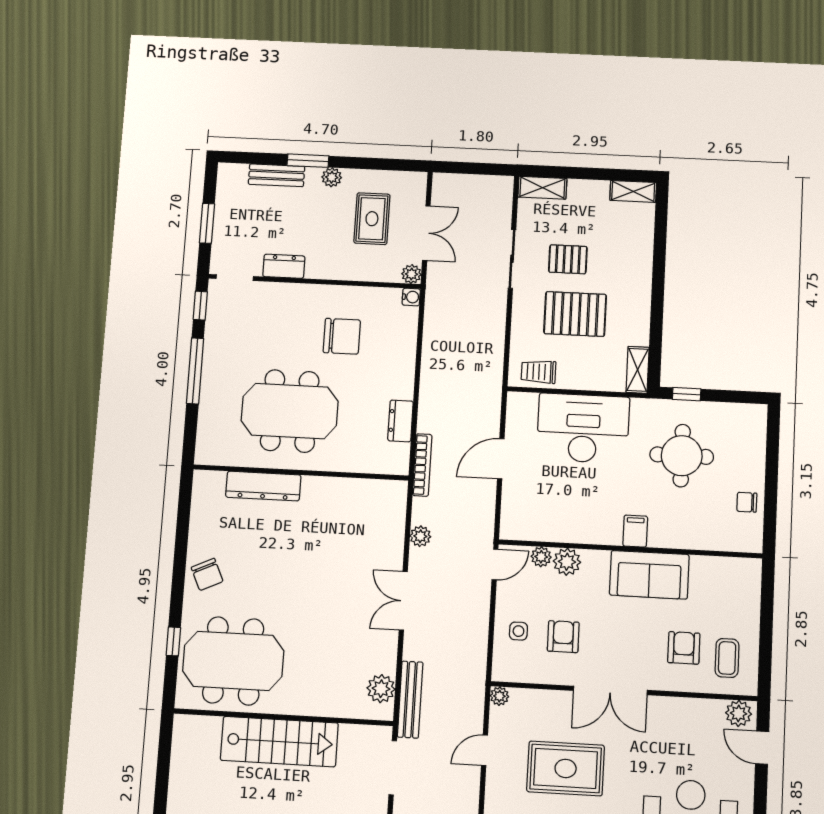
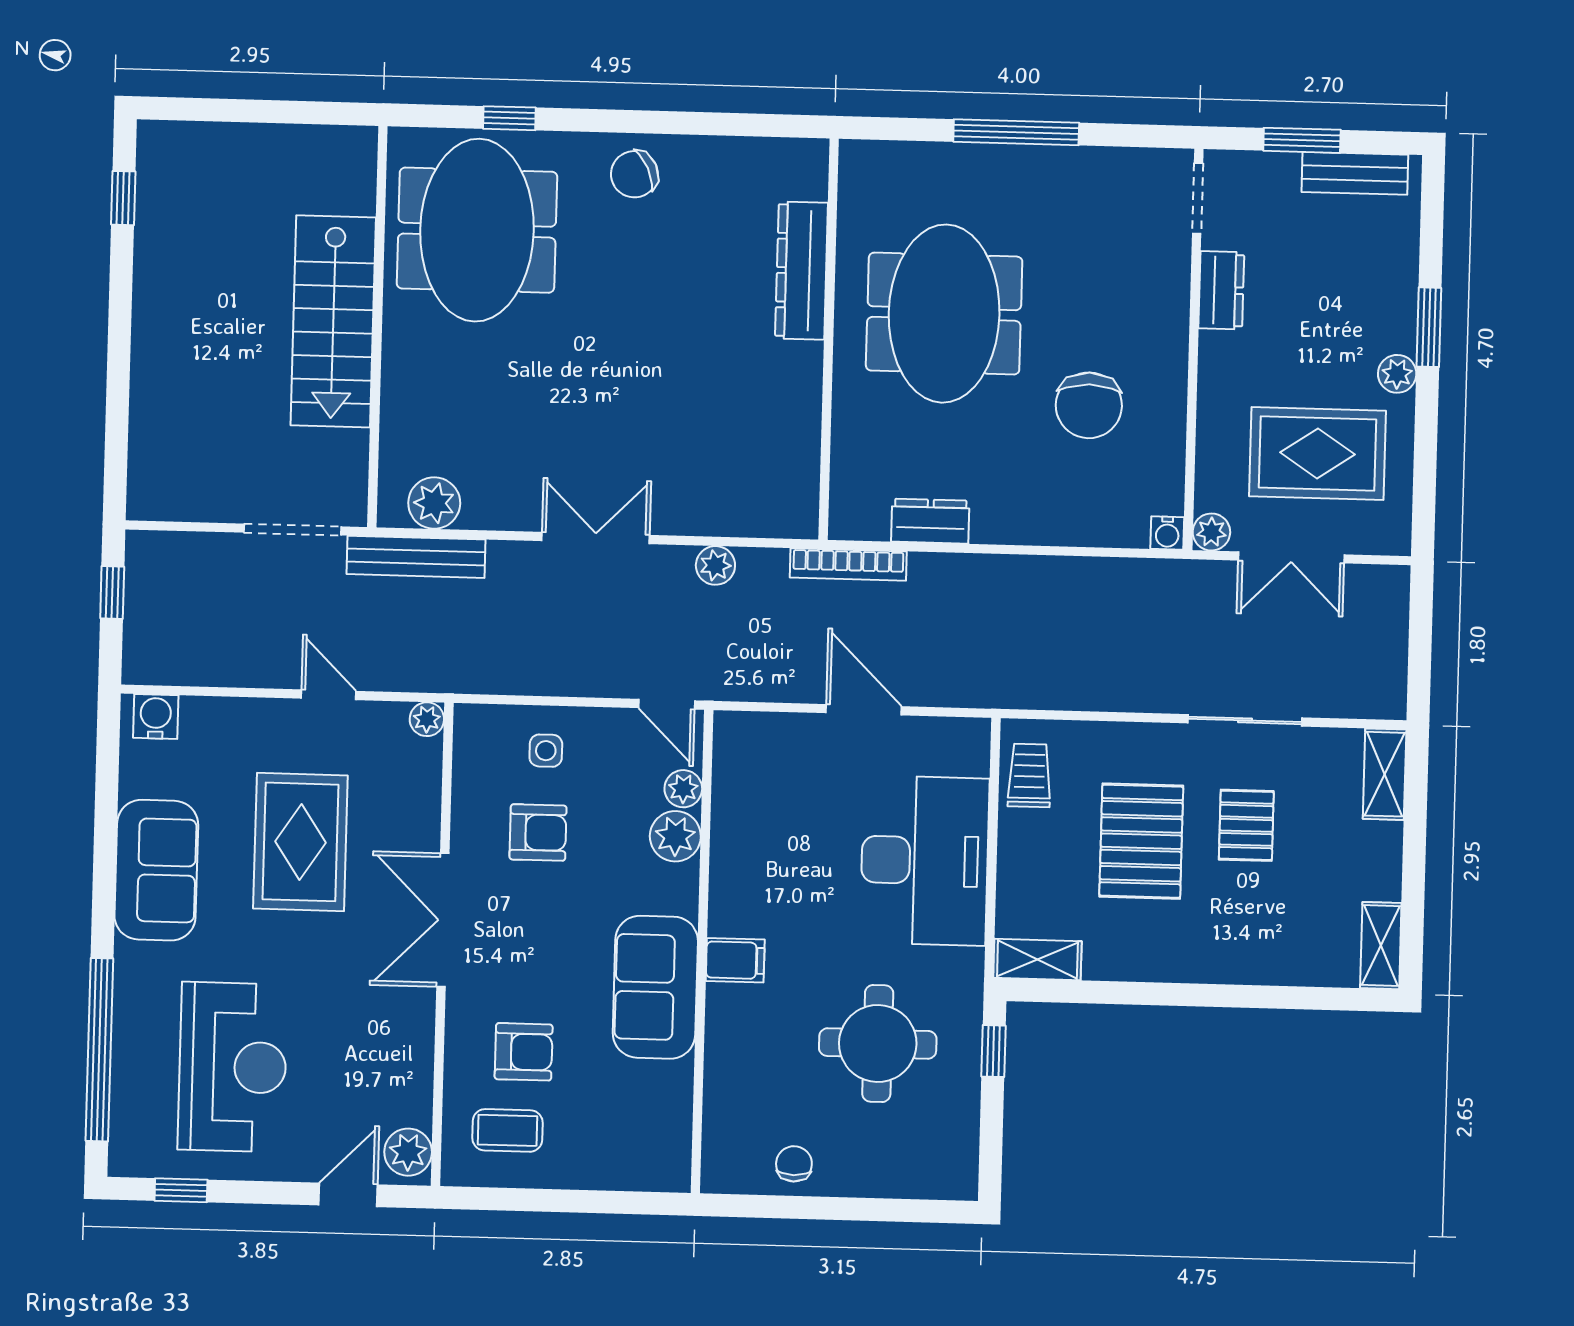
bench: (277, 175) -> (1355, 173), moved, turned 90
rug: (372, 219) -> (1318, 453), width x1.36, depth x1.43
window: (200, 306) -> (1142, 136), removed

